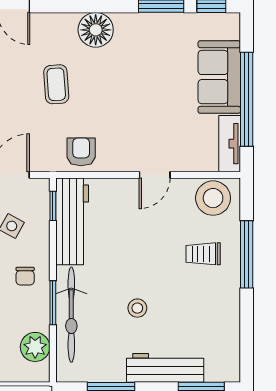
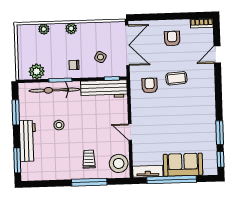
floor lamp: (96, 30) -> (206, 98), removed
armchair: (81, 152) -> (150, 85), moved, turned -90

